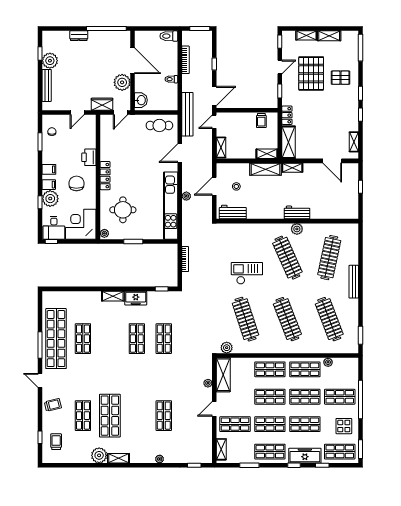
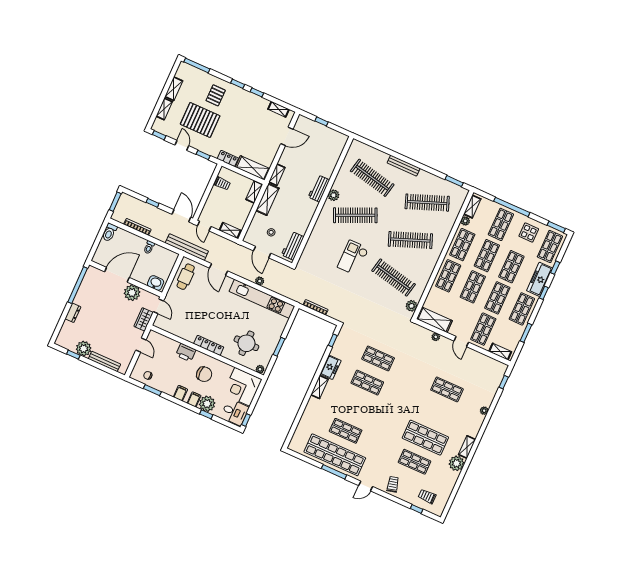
chair: (76, 183) -> (204, 374), turned 180
clothes rail: (245, 319) -> (394, 277), turned 30
shelving: (344, 363) -> (472, 207), added

